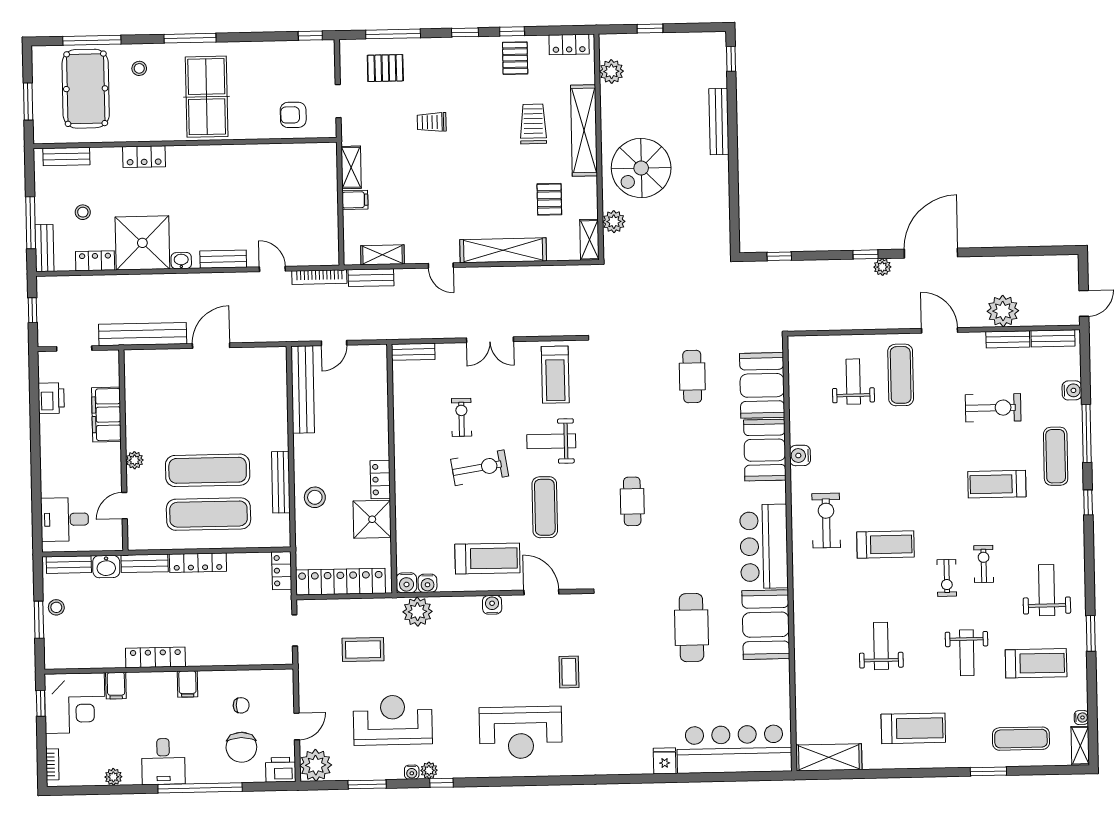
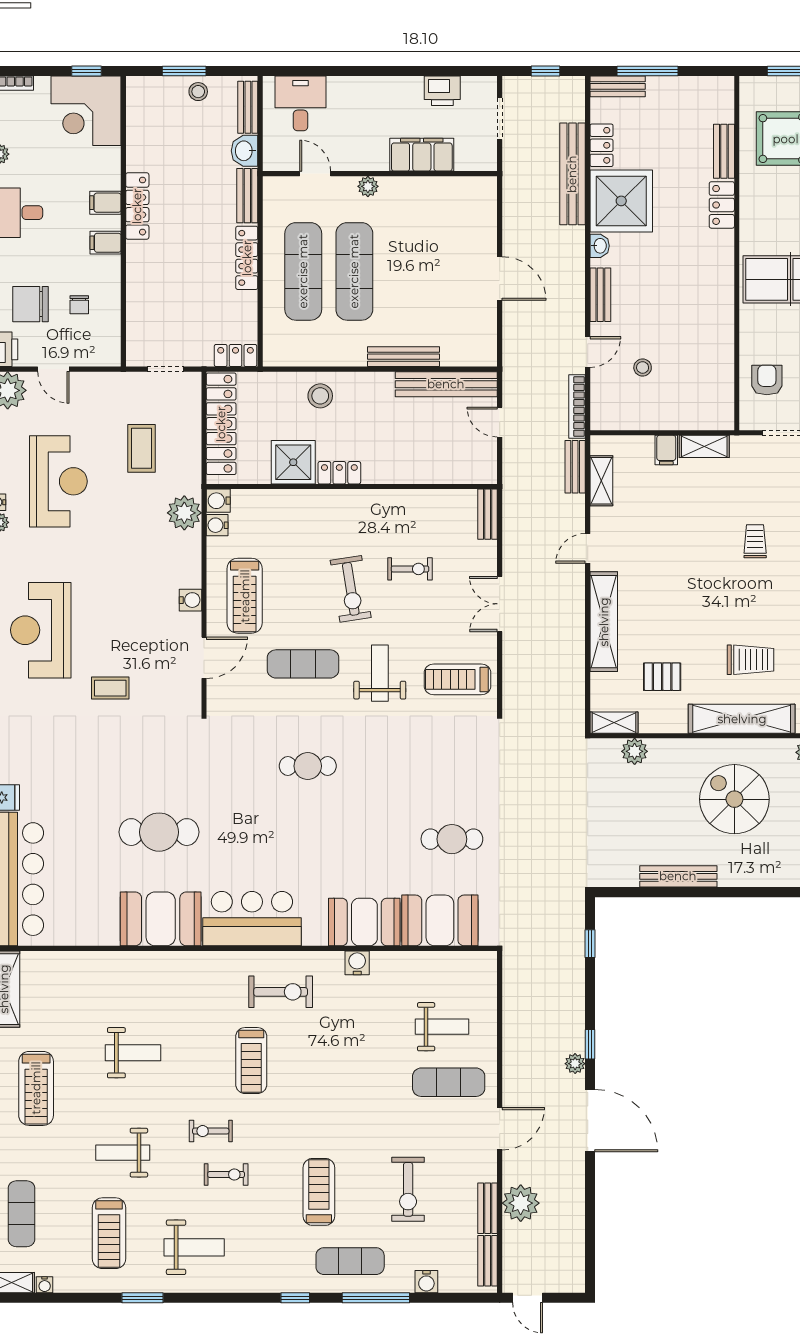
bench: (719, 122) -> (678, 876), moved
bench: (66, 156) -> (724, 151), moved
spiral stairs: (641, 168) -> (734, 799), moved
stool: (83, 212) -> (643, 368), moved
bench: (143, 334) -> (572, 174), moved
bench: (281, 482) -> (403, 357), moved
filing cabinet: (116, 686) -> (105, 203), moved

